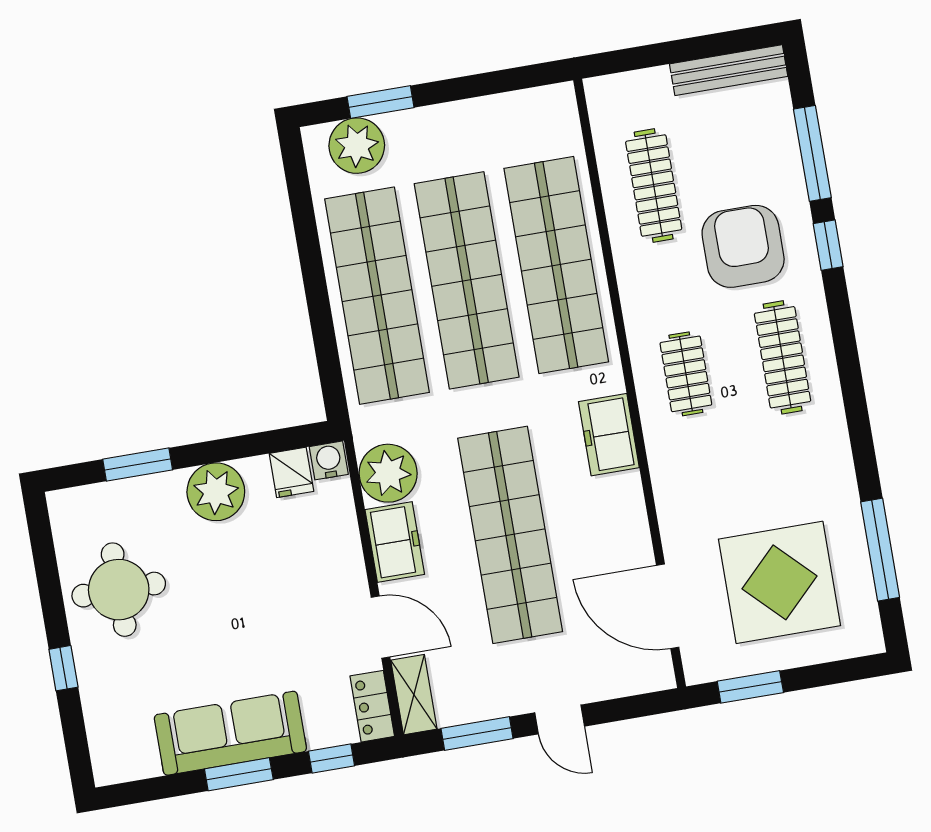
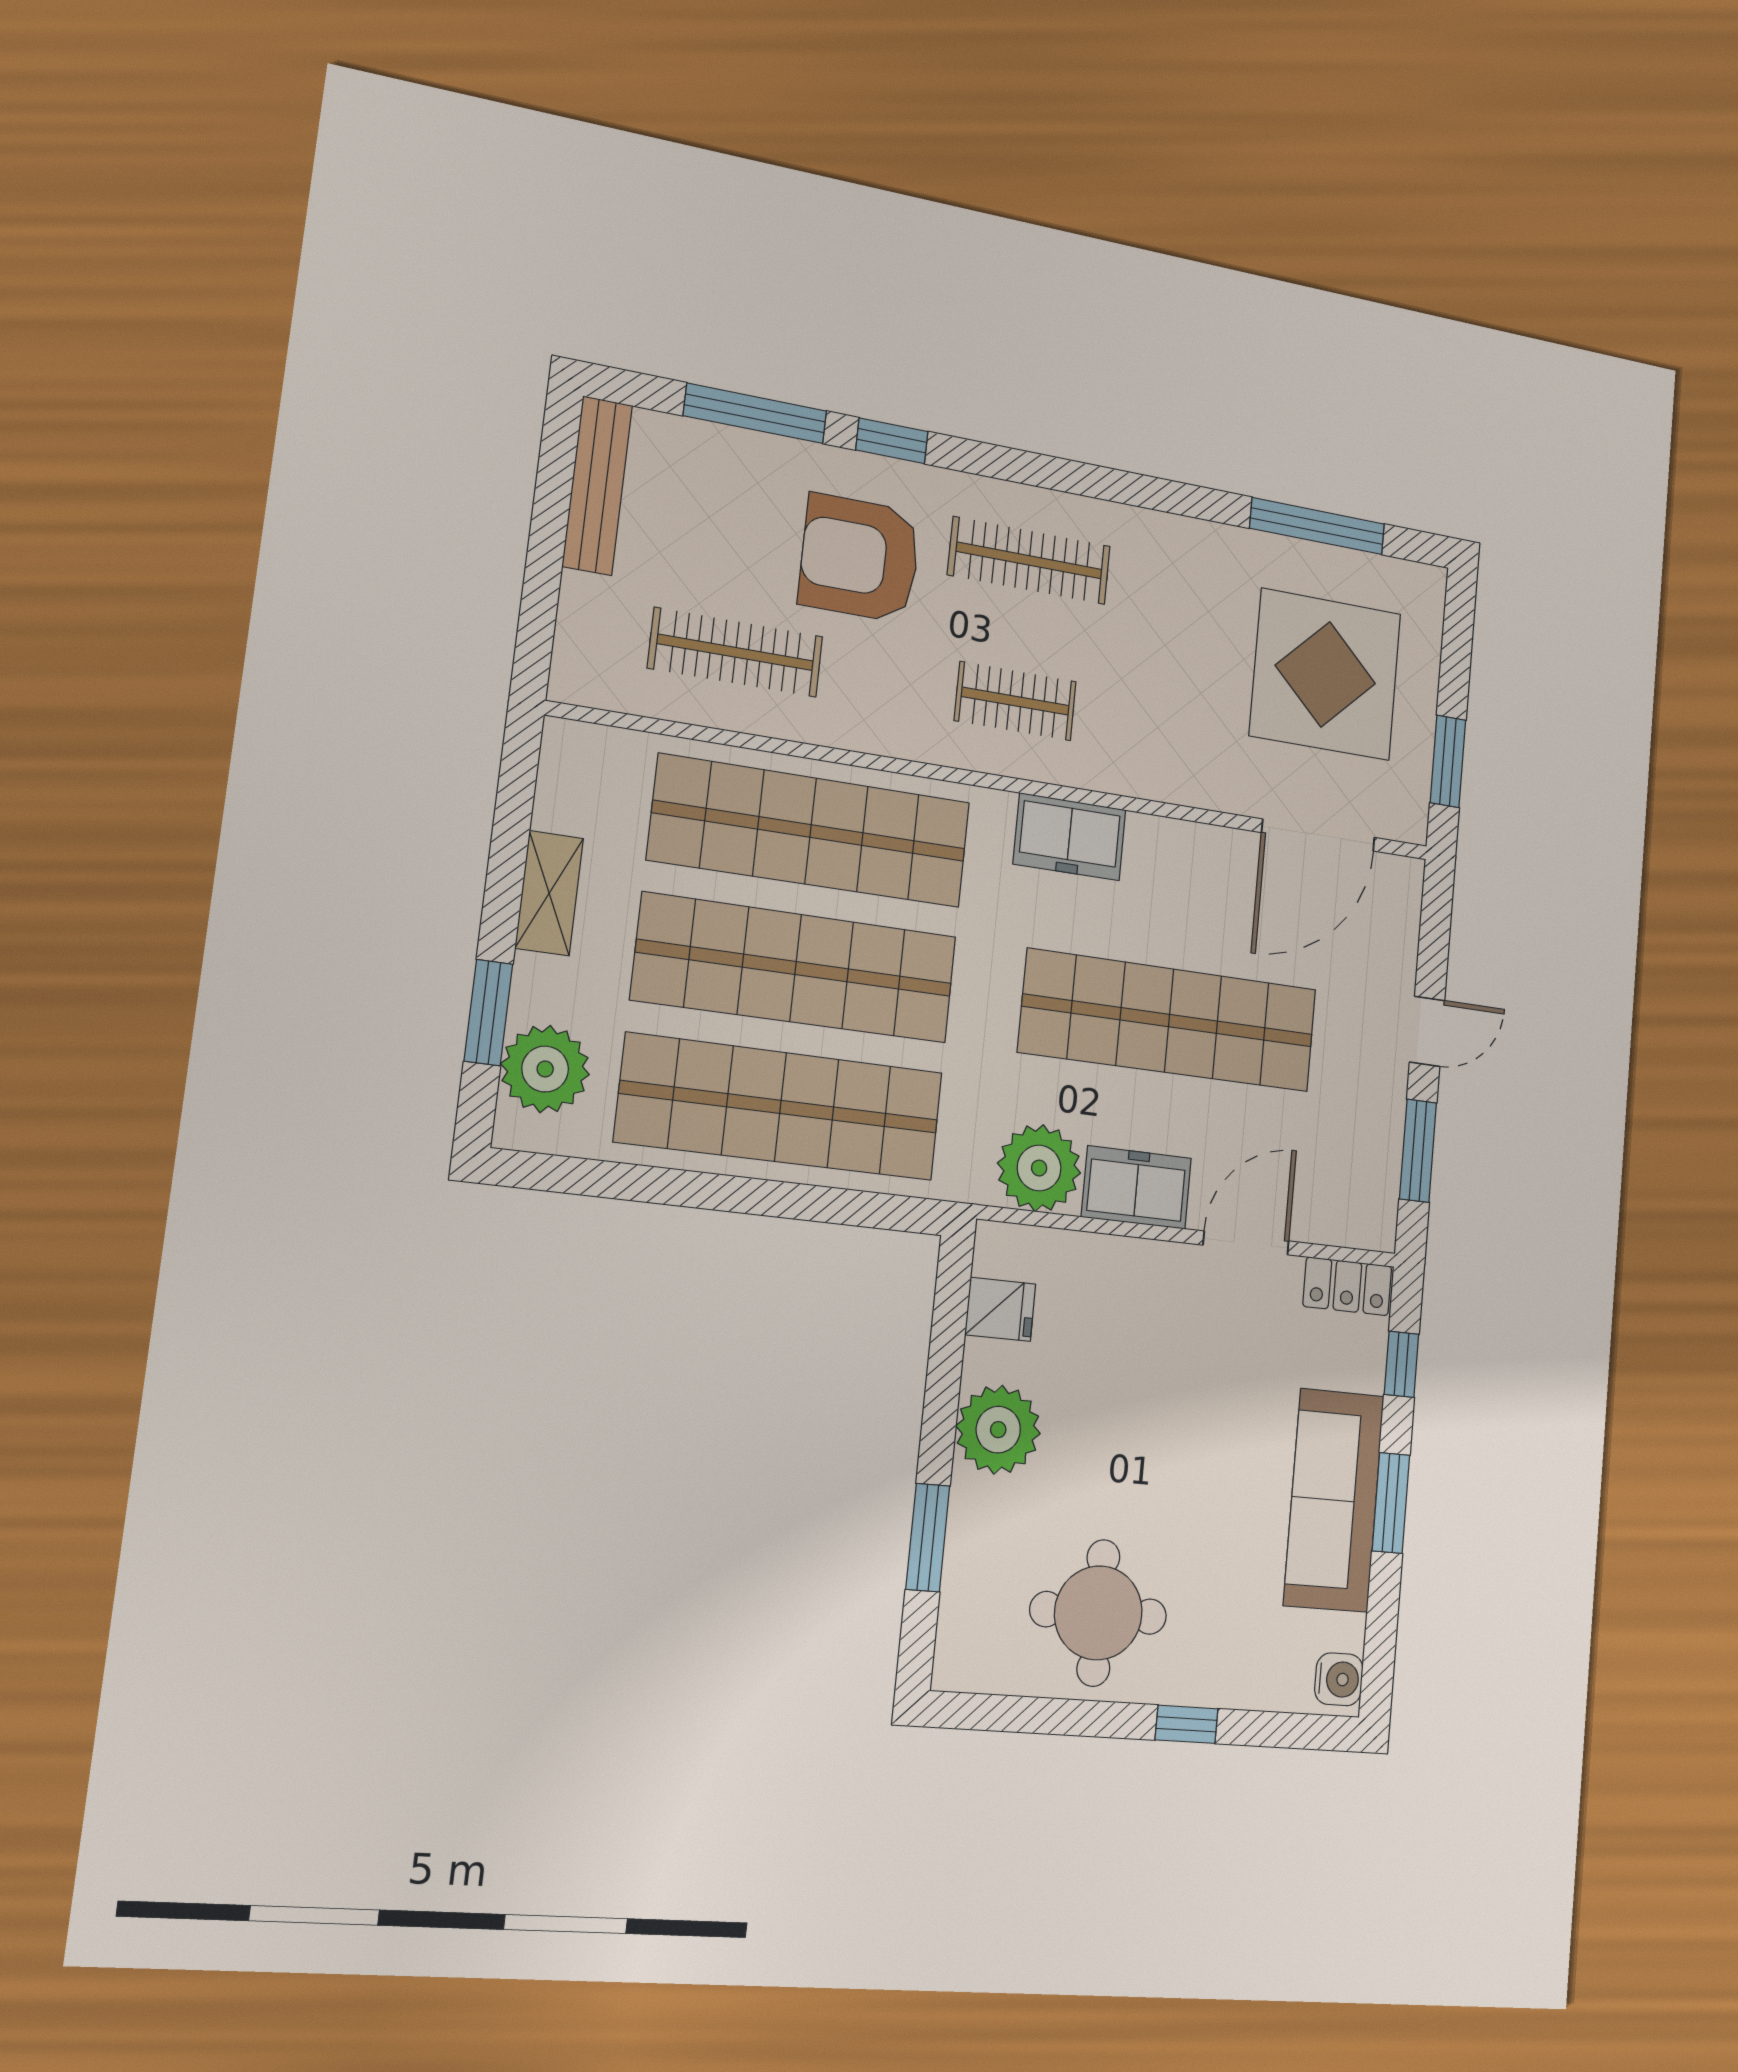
water cooler: (329, 460) -> (1339, 1679), moved, turned 180
shelving: (414, 695) -> (549, 893), moved, turned 90

